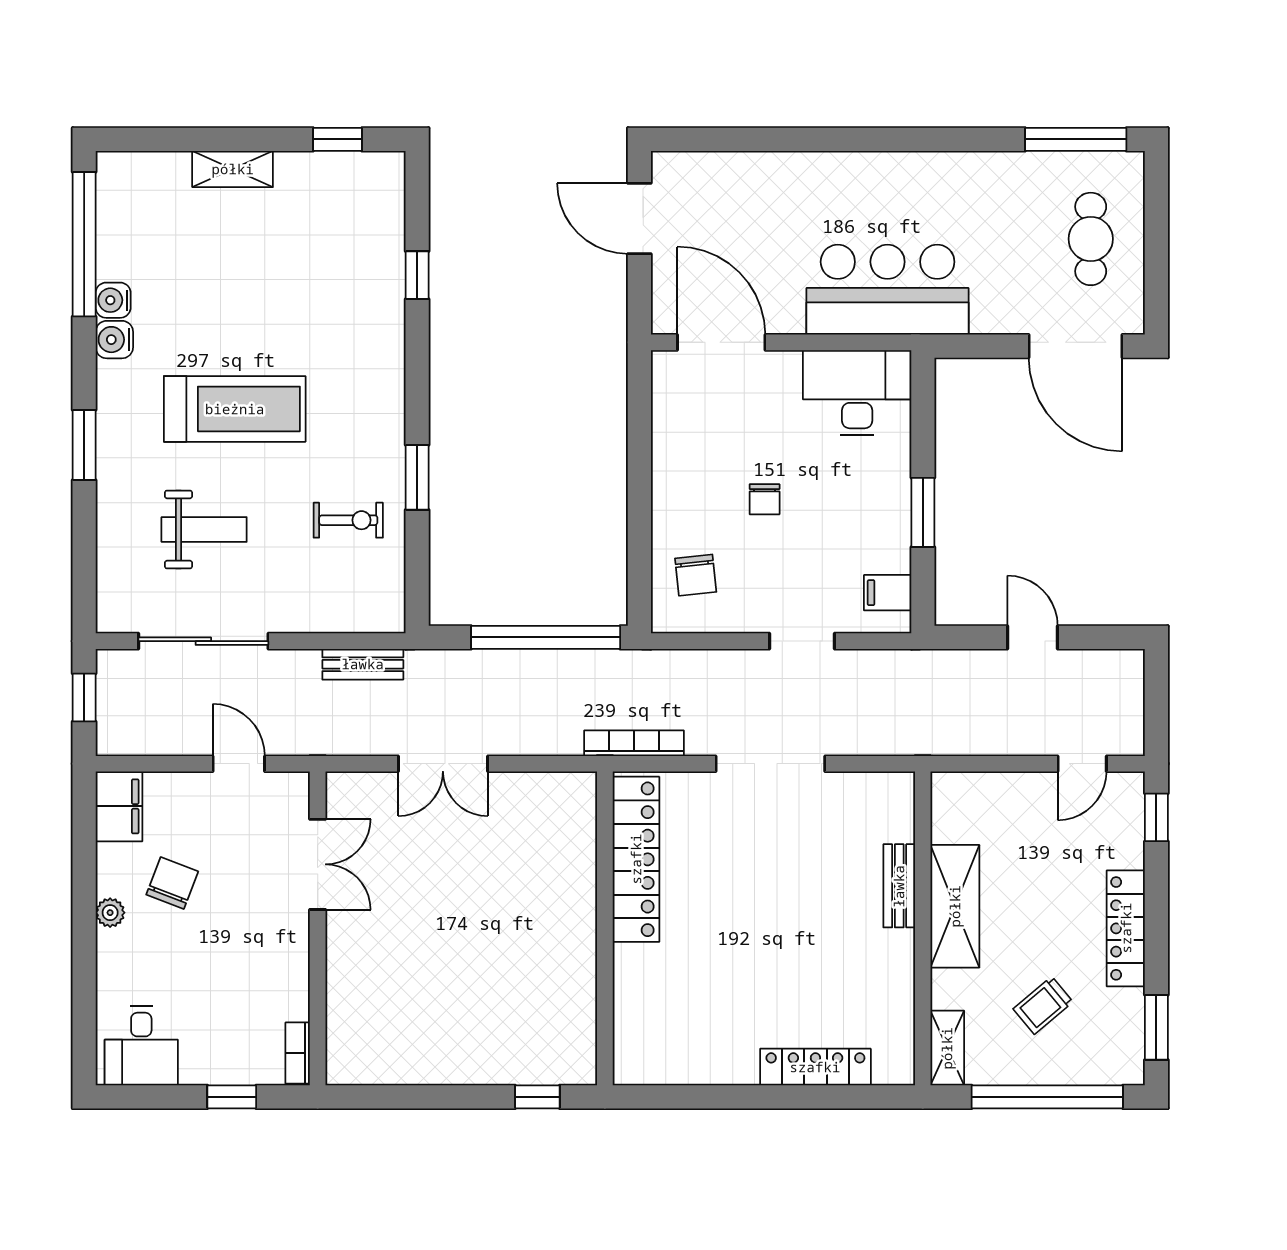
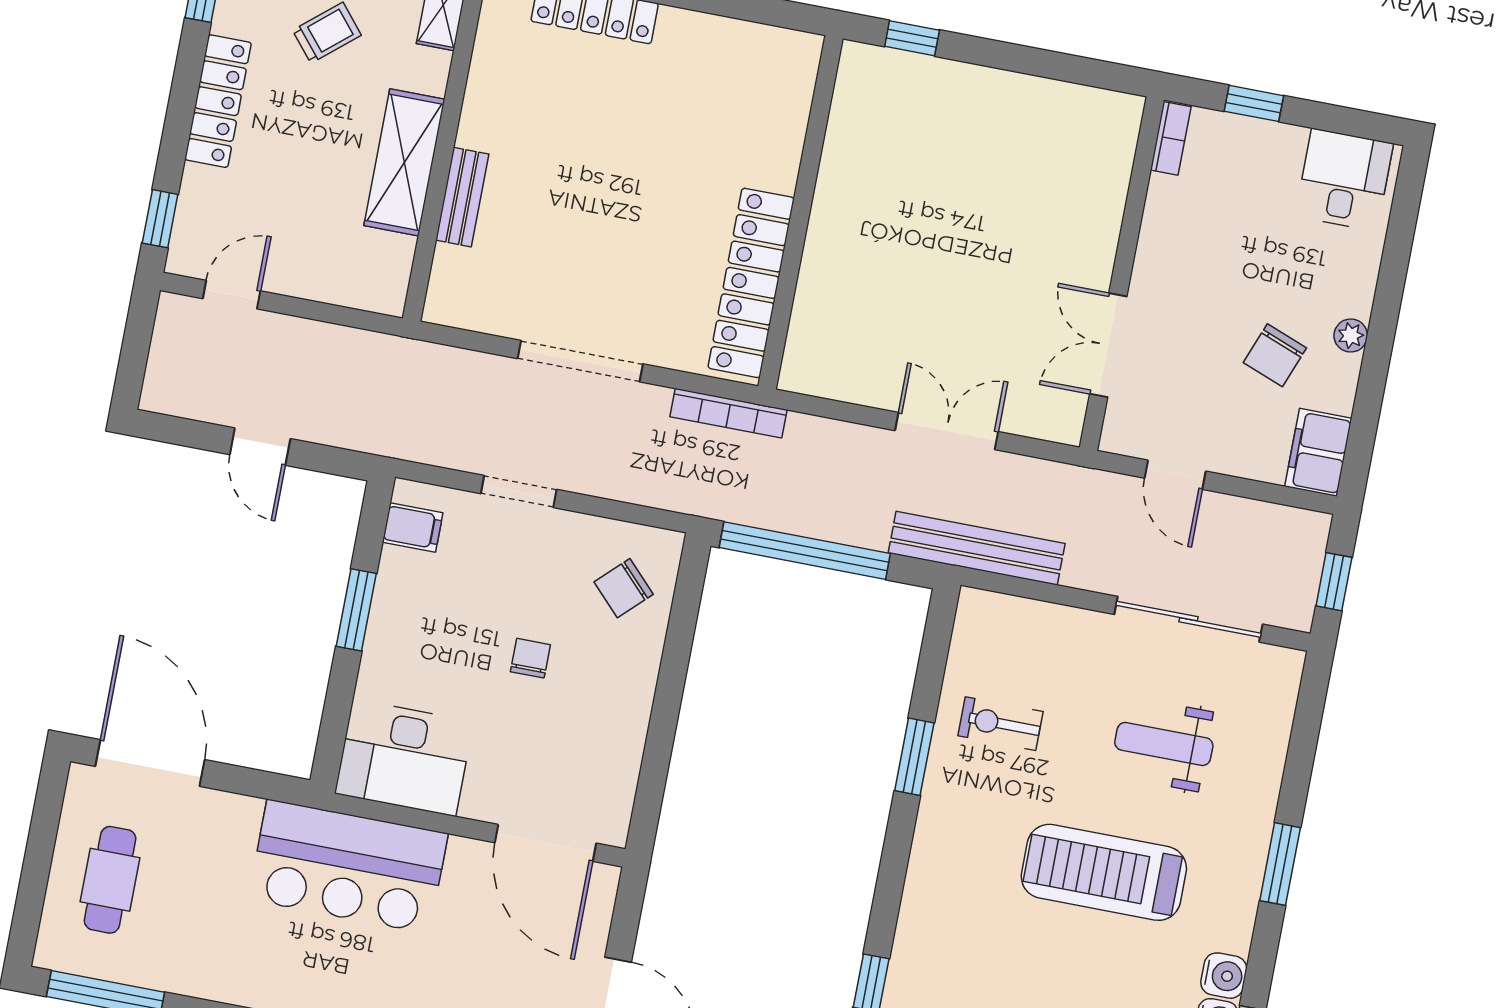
chair: (696, 575) -> (624, 588), turned -128
bench: (363, 664) -> (977, 548), width x1.86, depth x1.21

